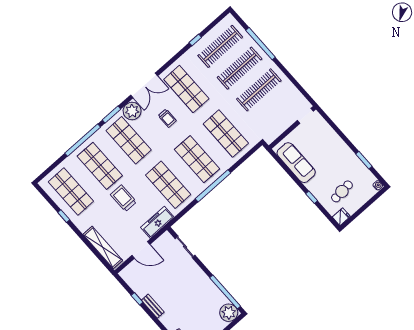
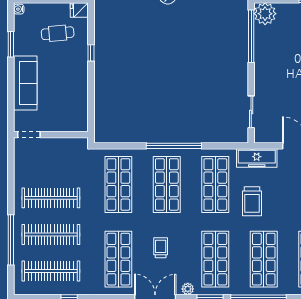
plant: (132, 111) -> (188, 289), width x0.53, depth x0.53
sofa: (296, 163) -> (25, 83), moved, turned 180
trolley: (123, 198) -> (252, 201), moved

